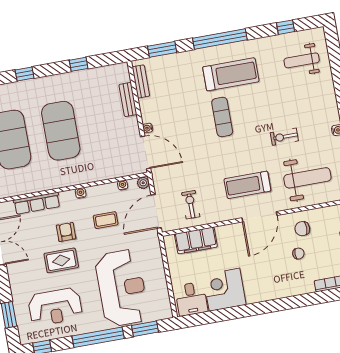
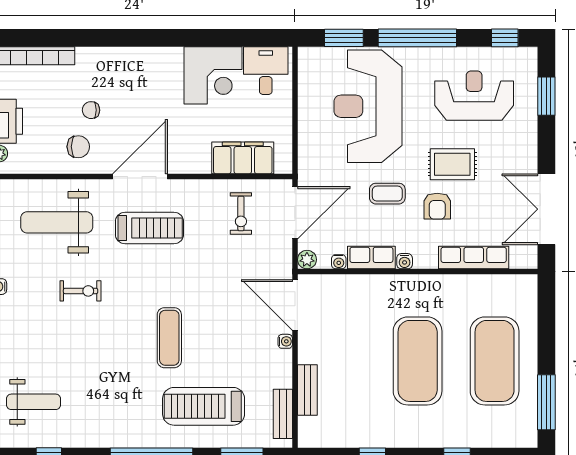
treadmill: (231, 74) -> (204, 406), moved
row of seats: (102, 192) -> (371, 258), added
coffee table: (106, 220) -> (387, 194), moved

